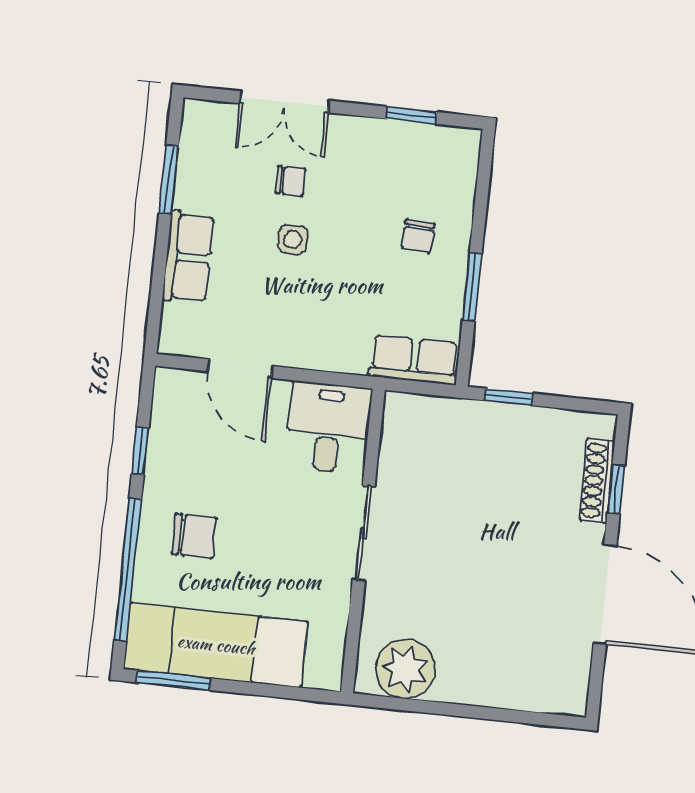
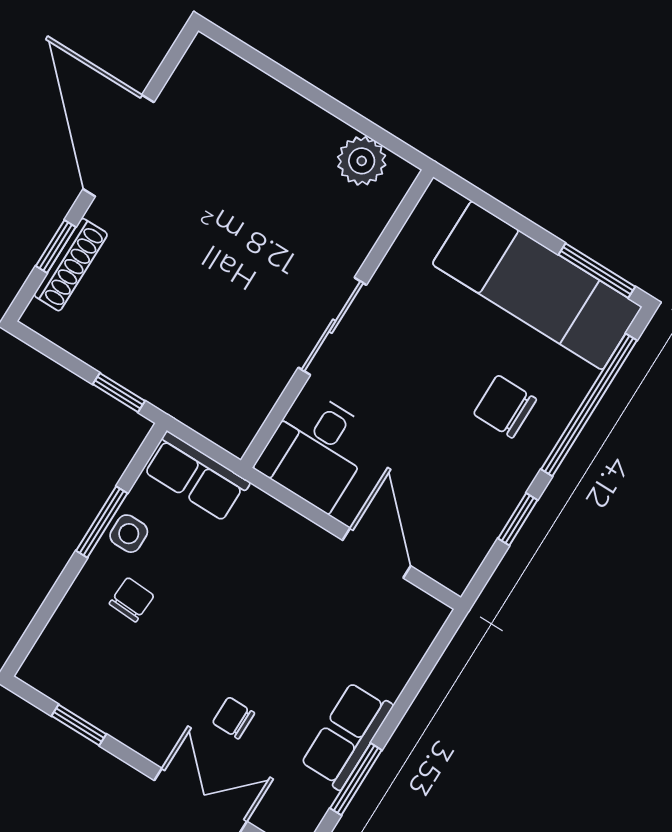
side table: (293, 239) -> (129, 534), moved
row of seats: (188, 257) -> (347, 736), moved
plant: (405, 669) -> (362, 161), width x0.73, depth x0.73

